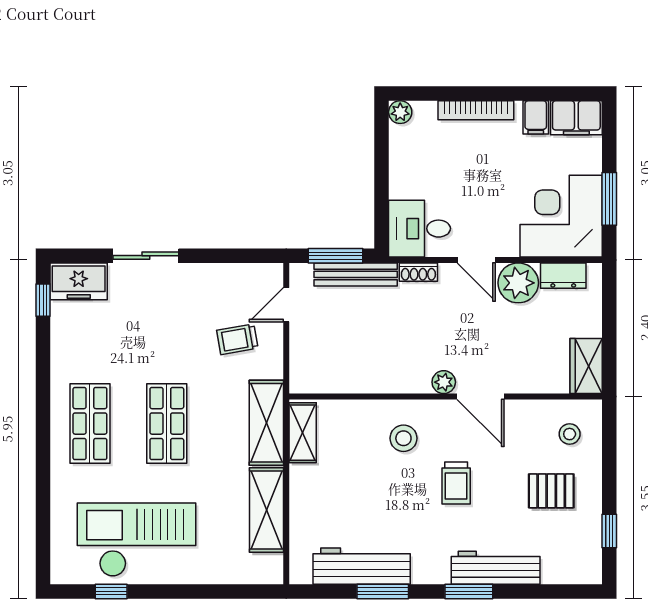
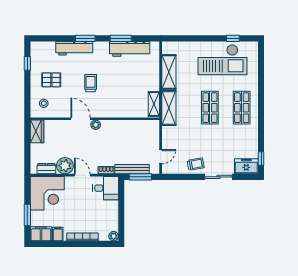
window: (609, 199) -> (27, 215), moved
trolley: (237, 339) -> (196, 164), moved
stool: (403, 438) -> (112, 102), removed

